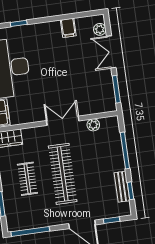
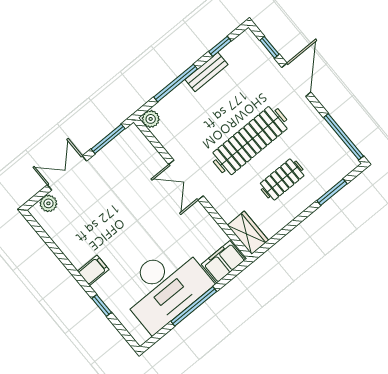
filing cabinet: (68, 28) -> (93, 270), moved
double door: (111, 52) -> (67, 173), swing flipped
plant: (93, 125) -> (151, 119), moved
bench: (122, 187) -> (206, 72), moved

